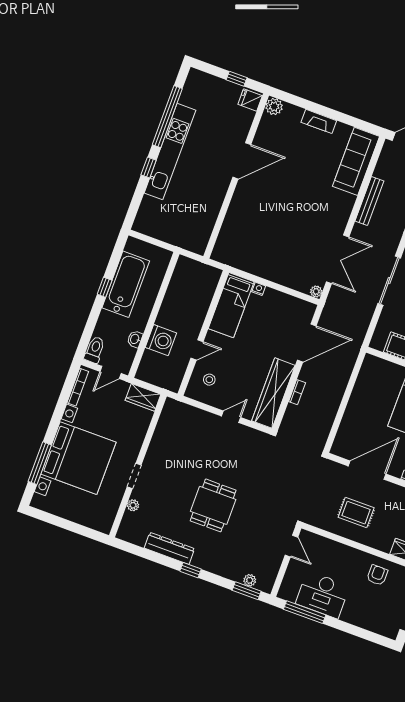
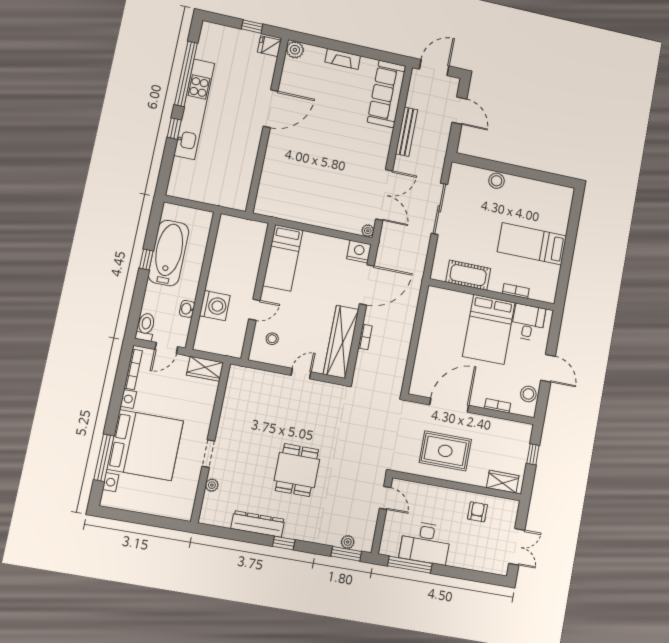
nightstand: (259, 289) -> (359, 252), moved, width x1.89, depth x1.79
rug: (356, 513) -> (445, 451), width x1.36, depth x1.43

